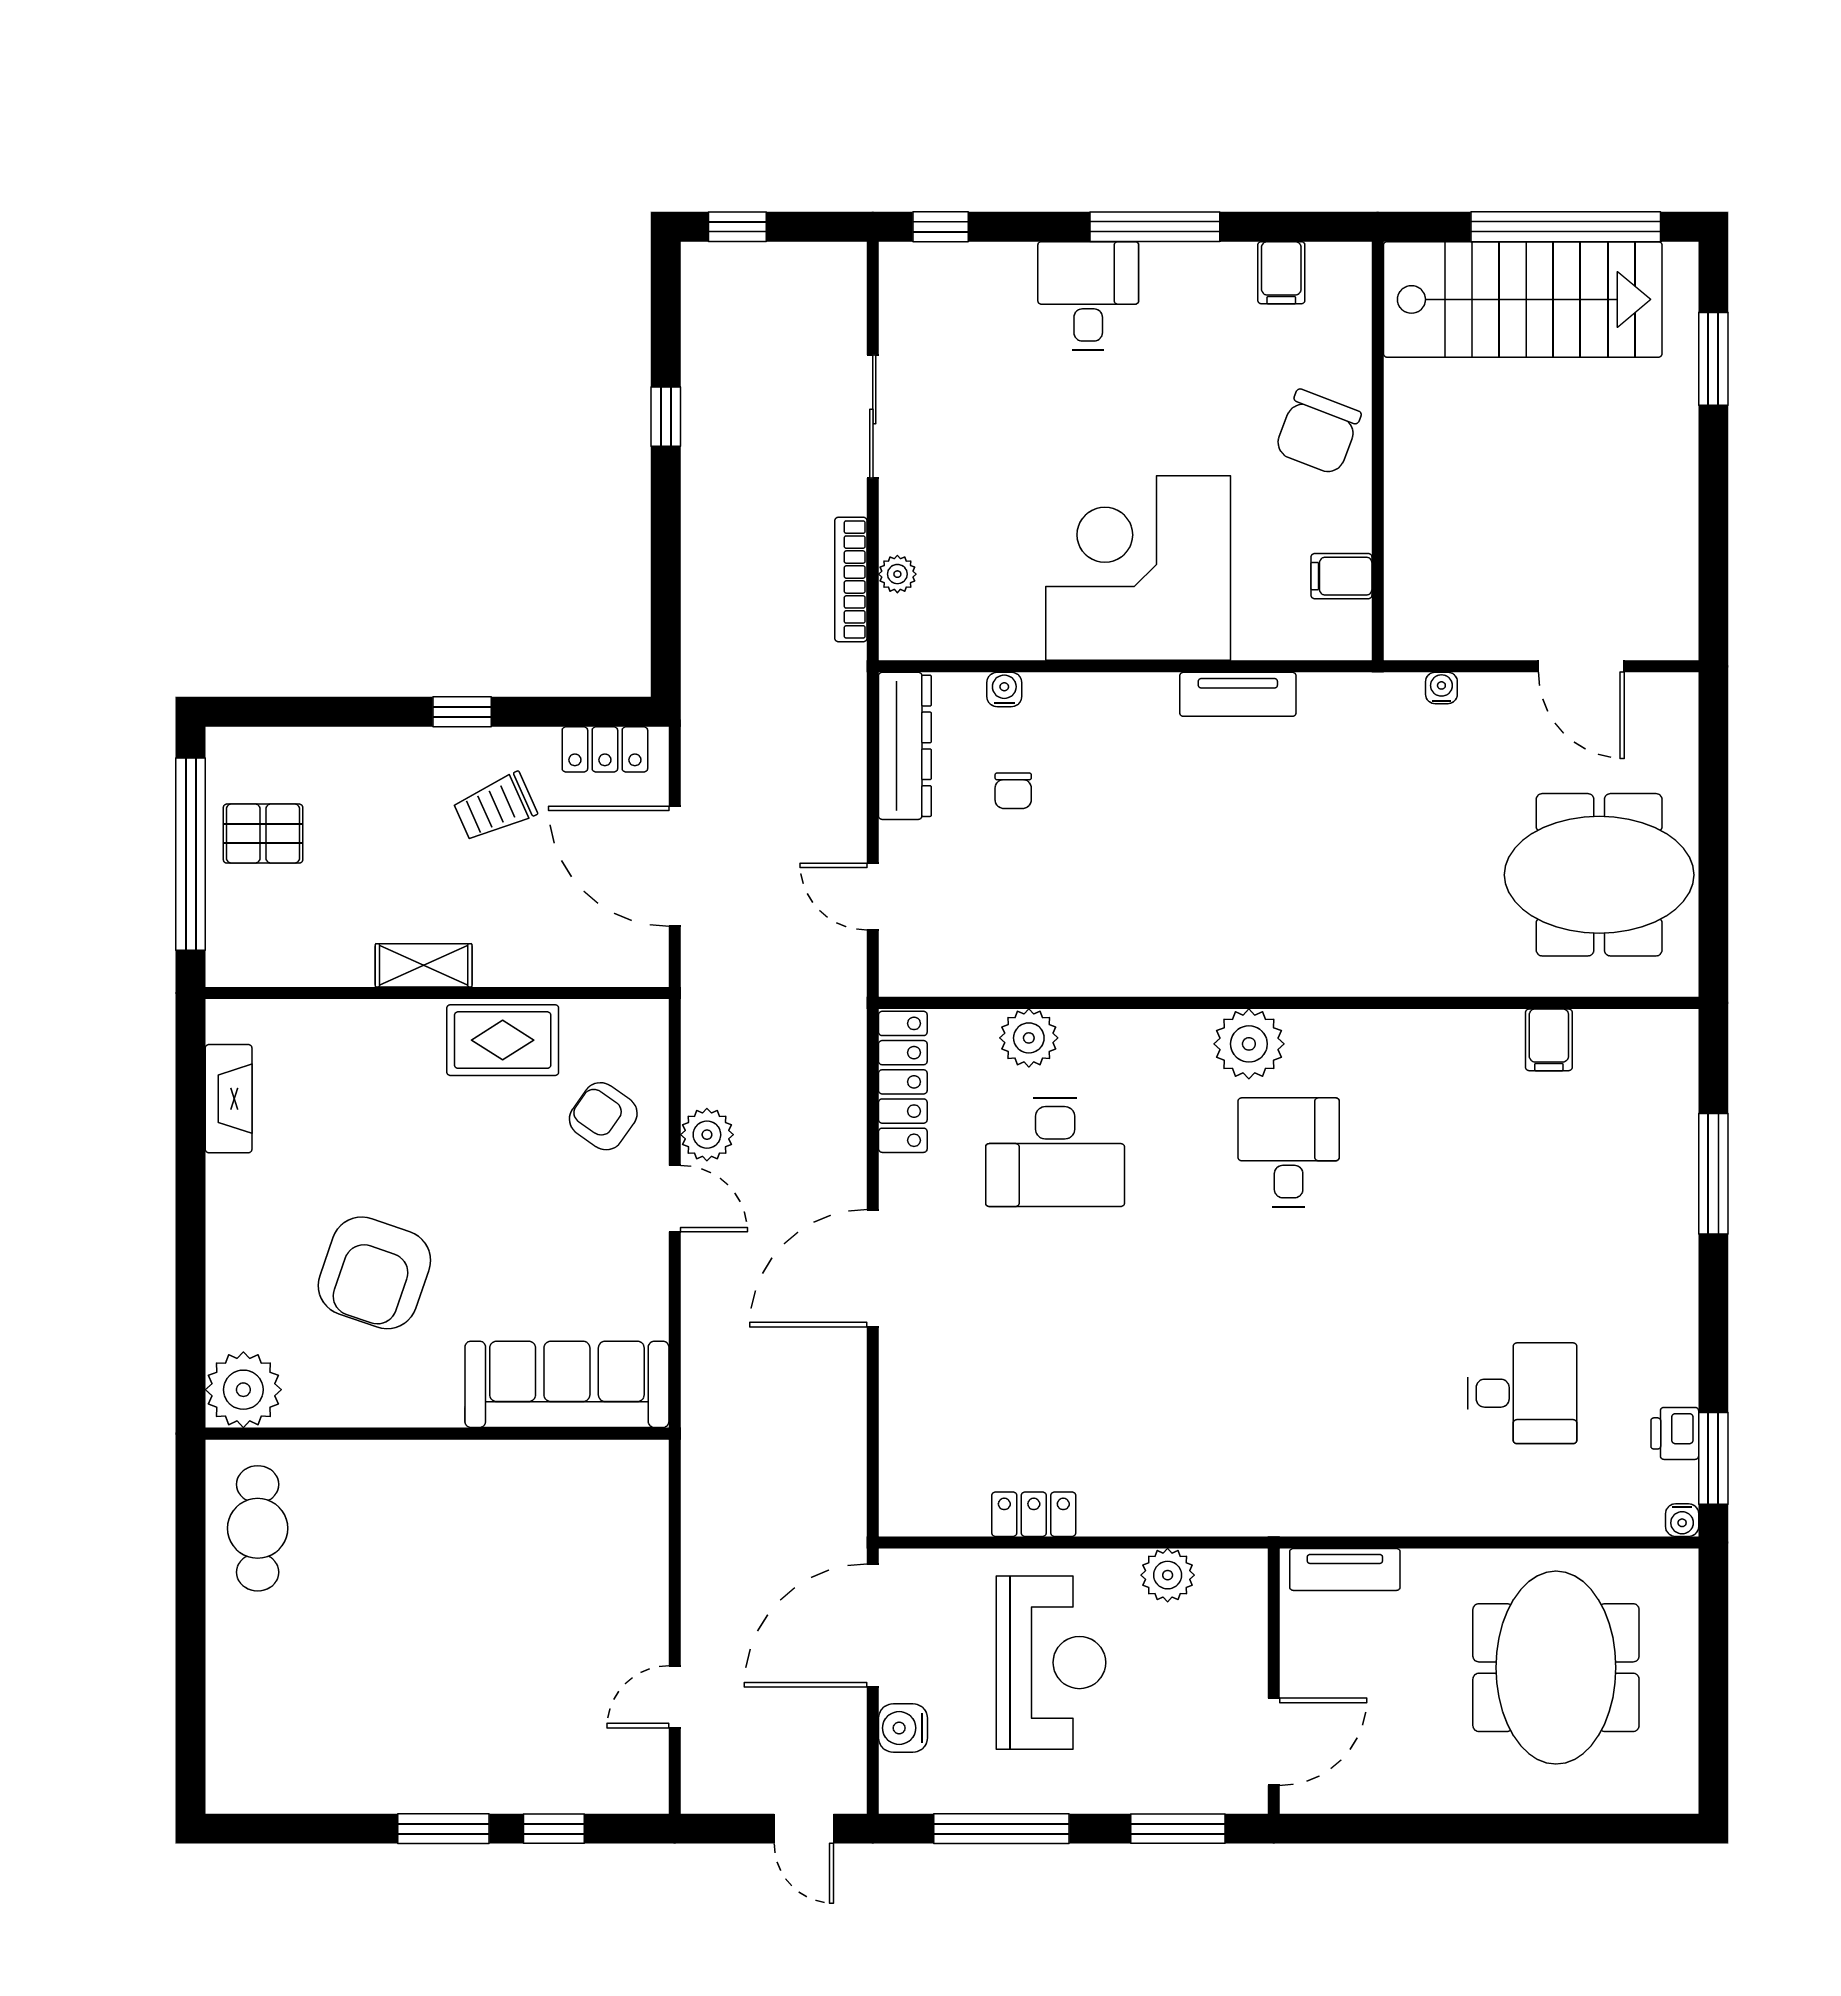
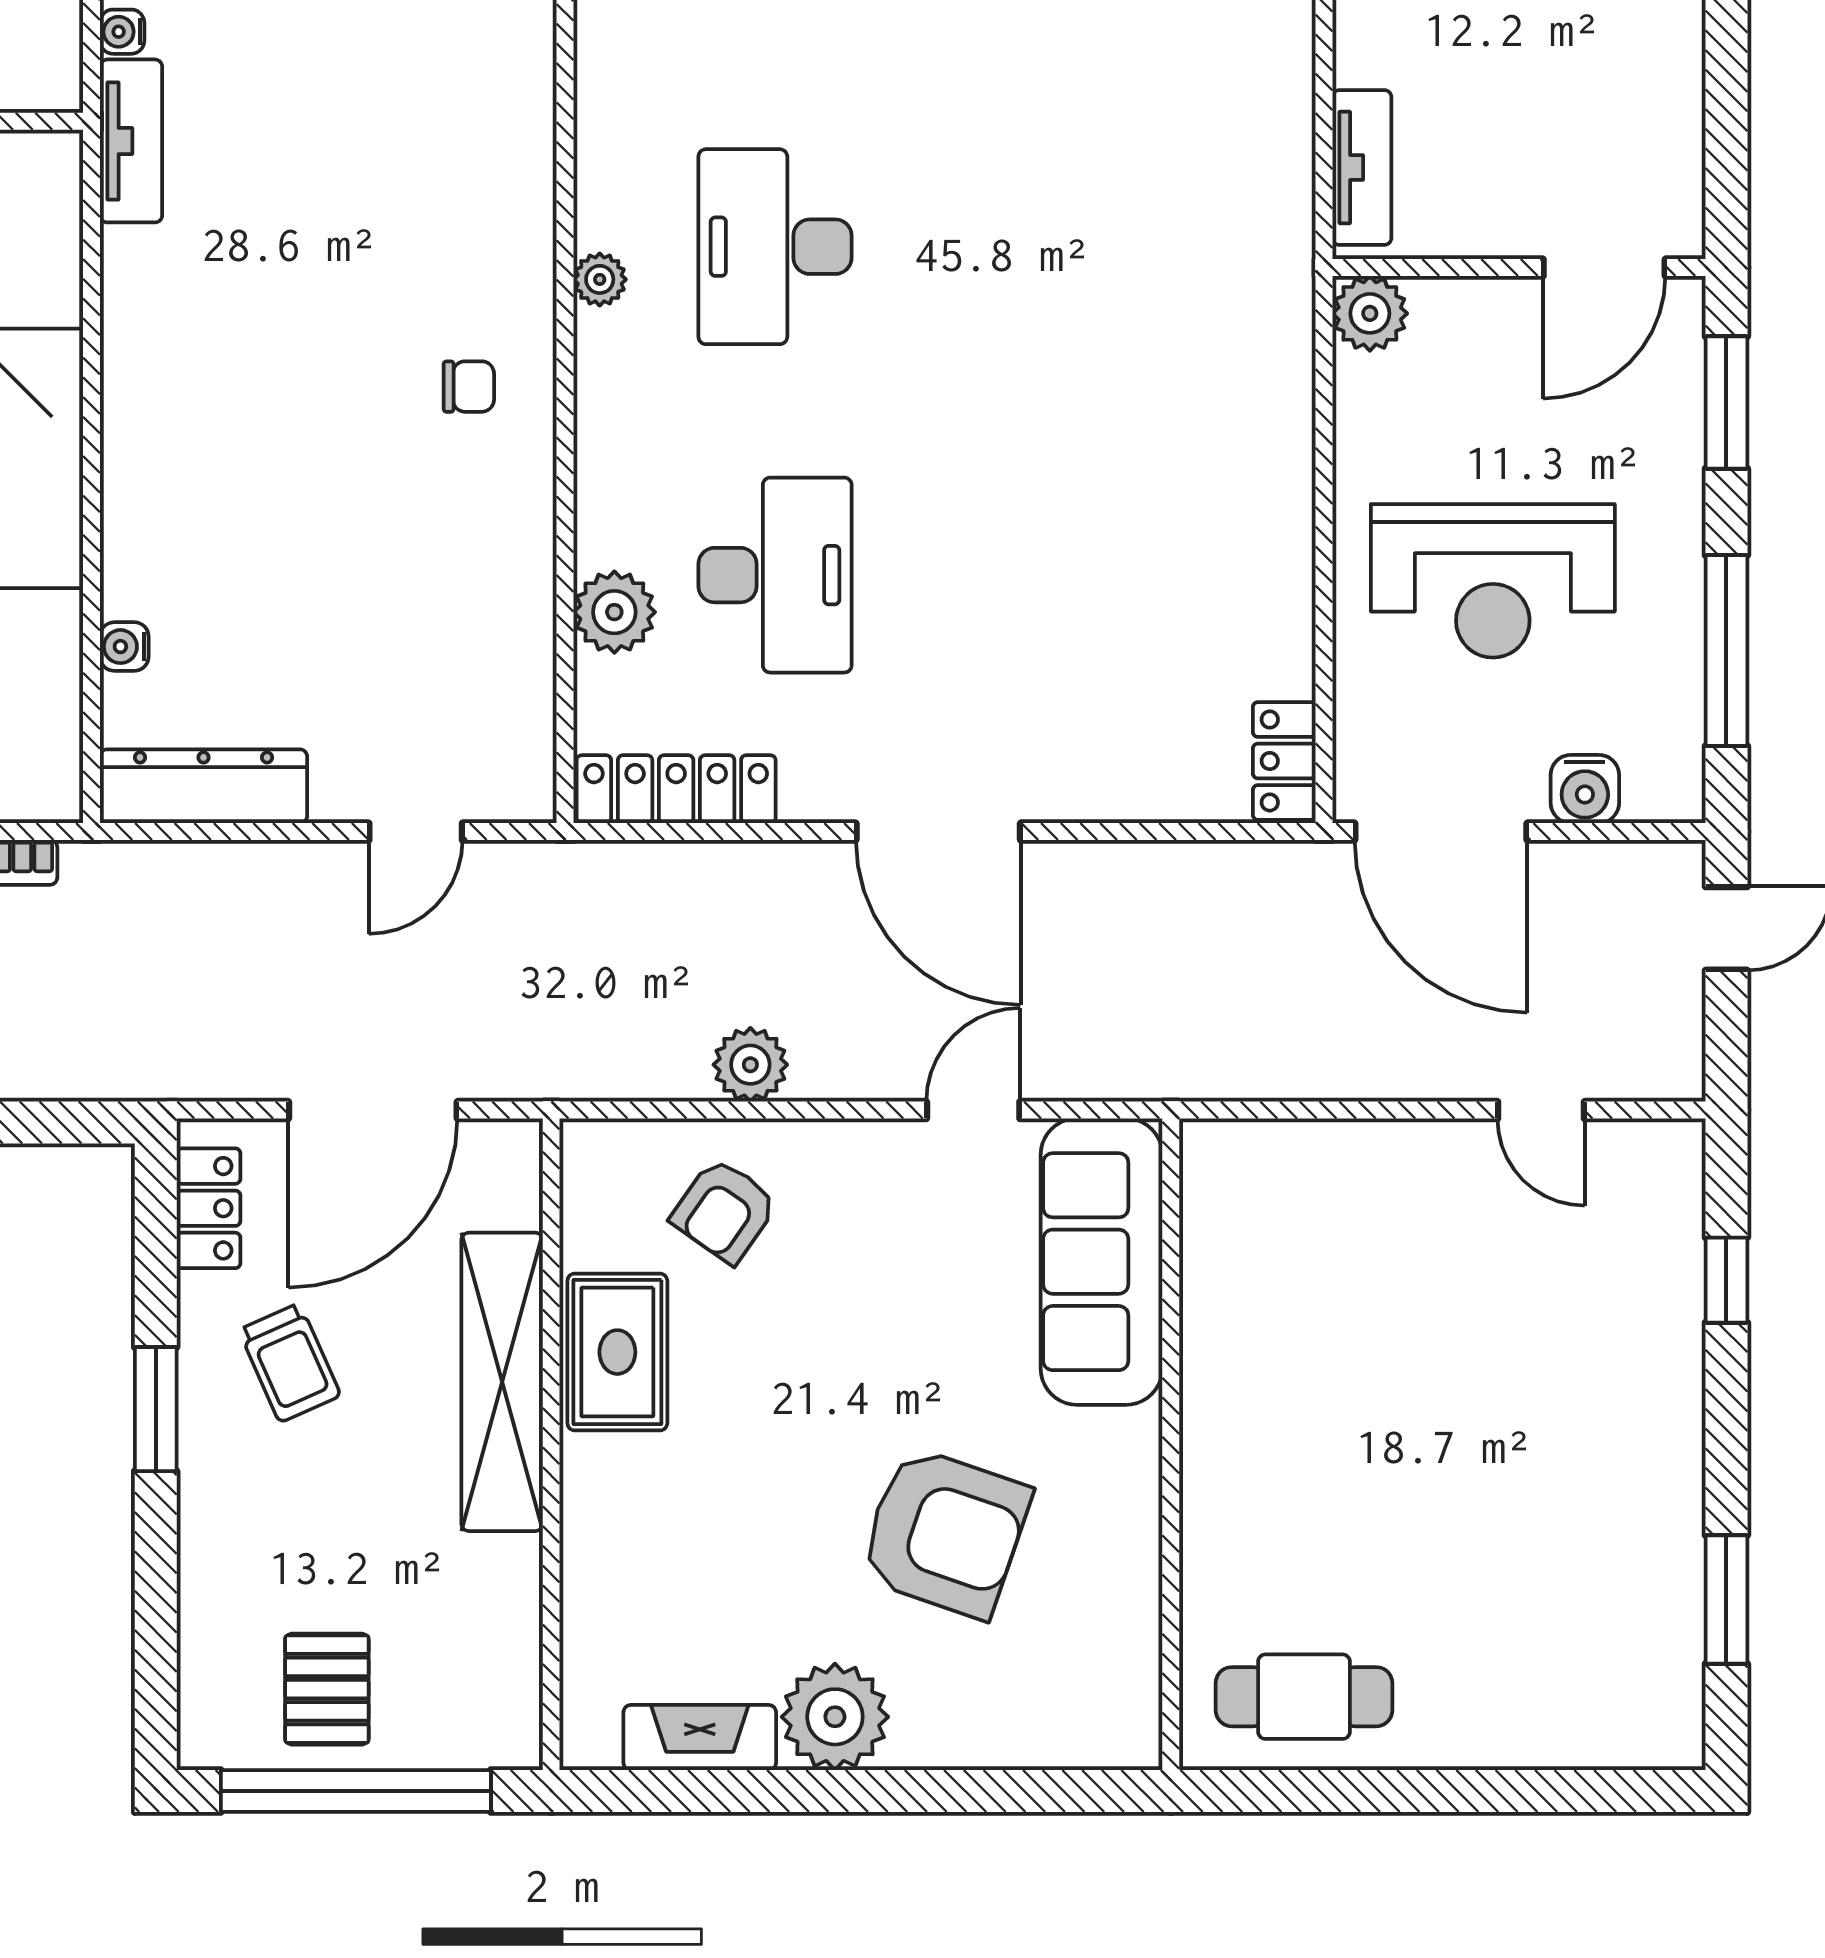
tv unit: (1238, 694) -> (131, 141), moved
window: (462, 712) -> (156, 1409), width x1.50
chair: (1013, 791) -> (469, 387), moved
shelving: (424, 965) -> (502, 1382), width x2.20, depth x1.33
plant: (1249, 1044) -> (600, 279), width x0.53, depth x0.53
desk: (1289, 1152) -> (775, 247), width x1.37
door: (675, 1199) -> (973, 1110), moved
plant: (243, 1390) -> (835, 1717), moved
locker: (1034, 1514) -> (1284, 761), moved
plant: (1168, 1575) -> (1370, 313), moved
reception desk: (1051, 1663) -> (1493, 581), turned 180
door: (1274, 1742) -> (1604, 268), swing flipped
window: (443, 1829) -> (1726, 1600), moved

